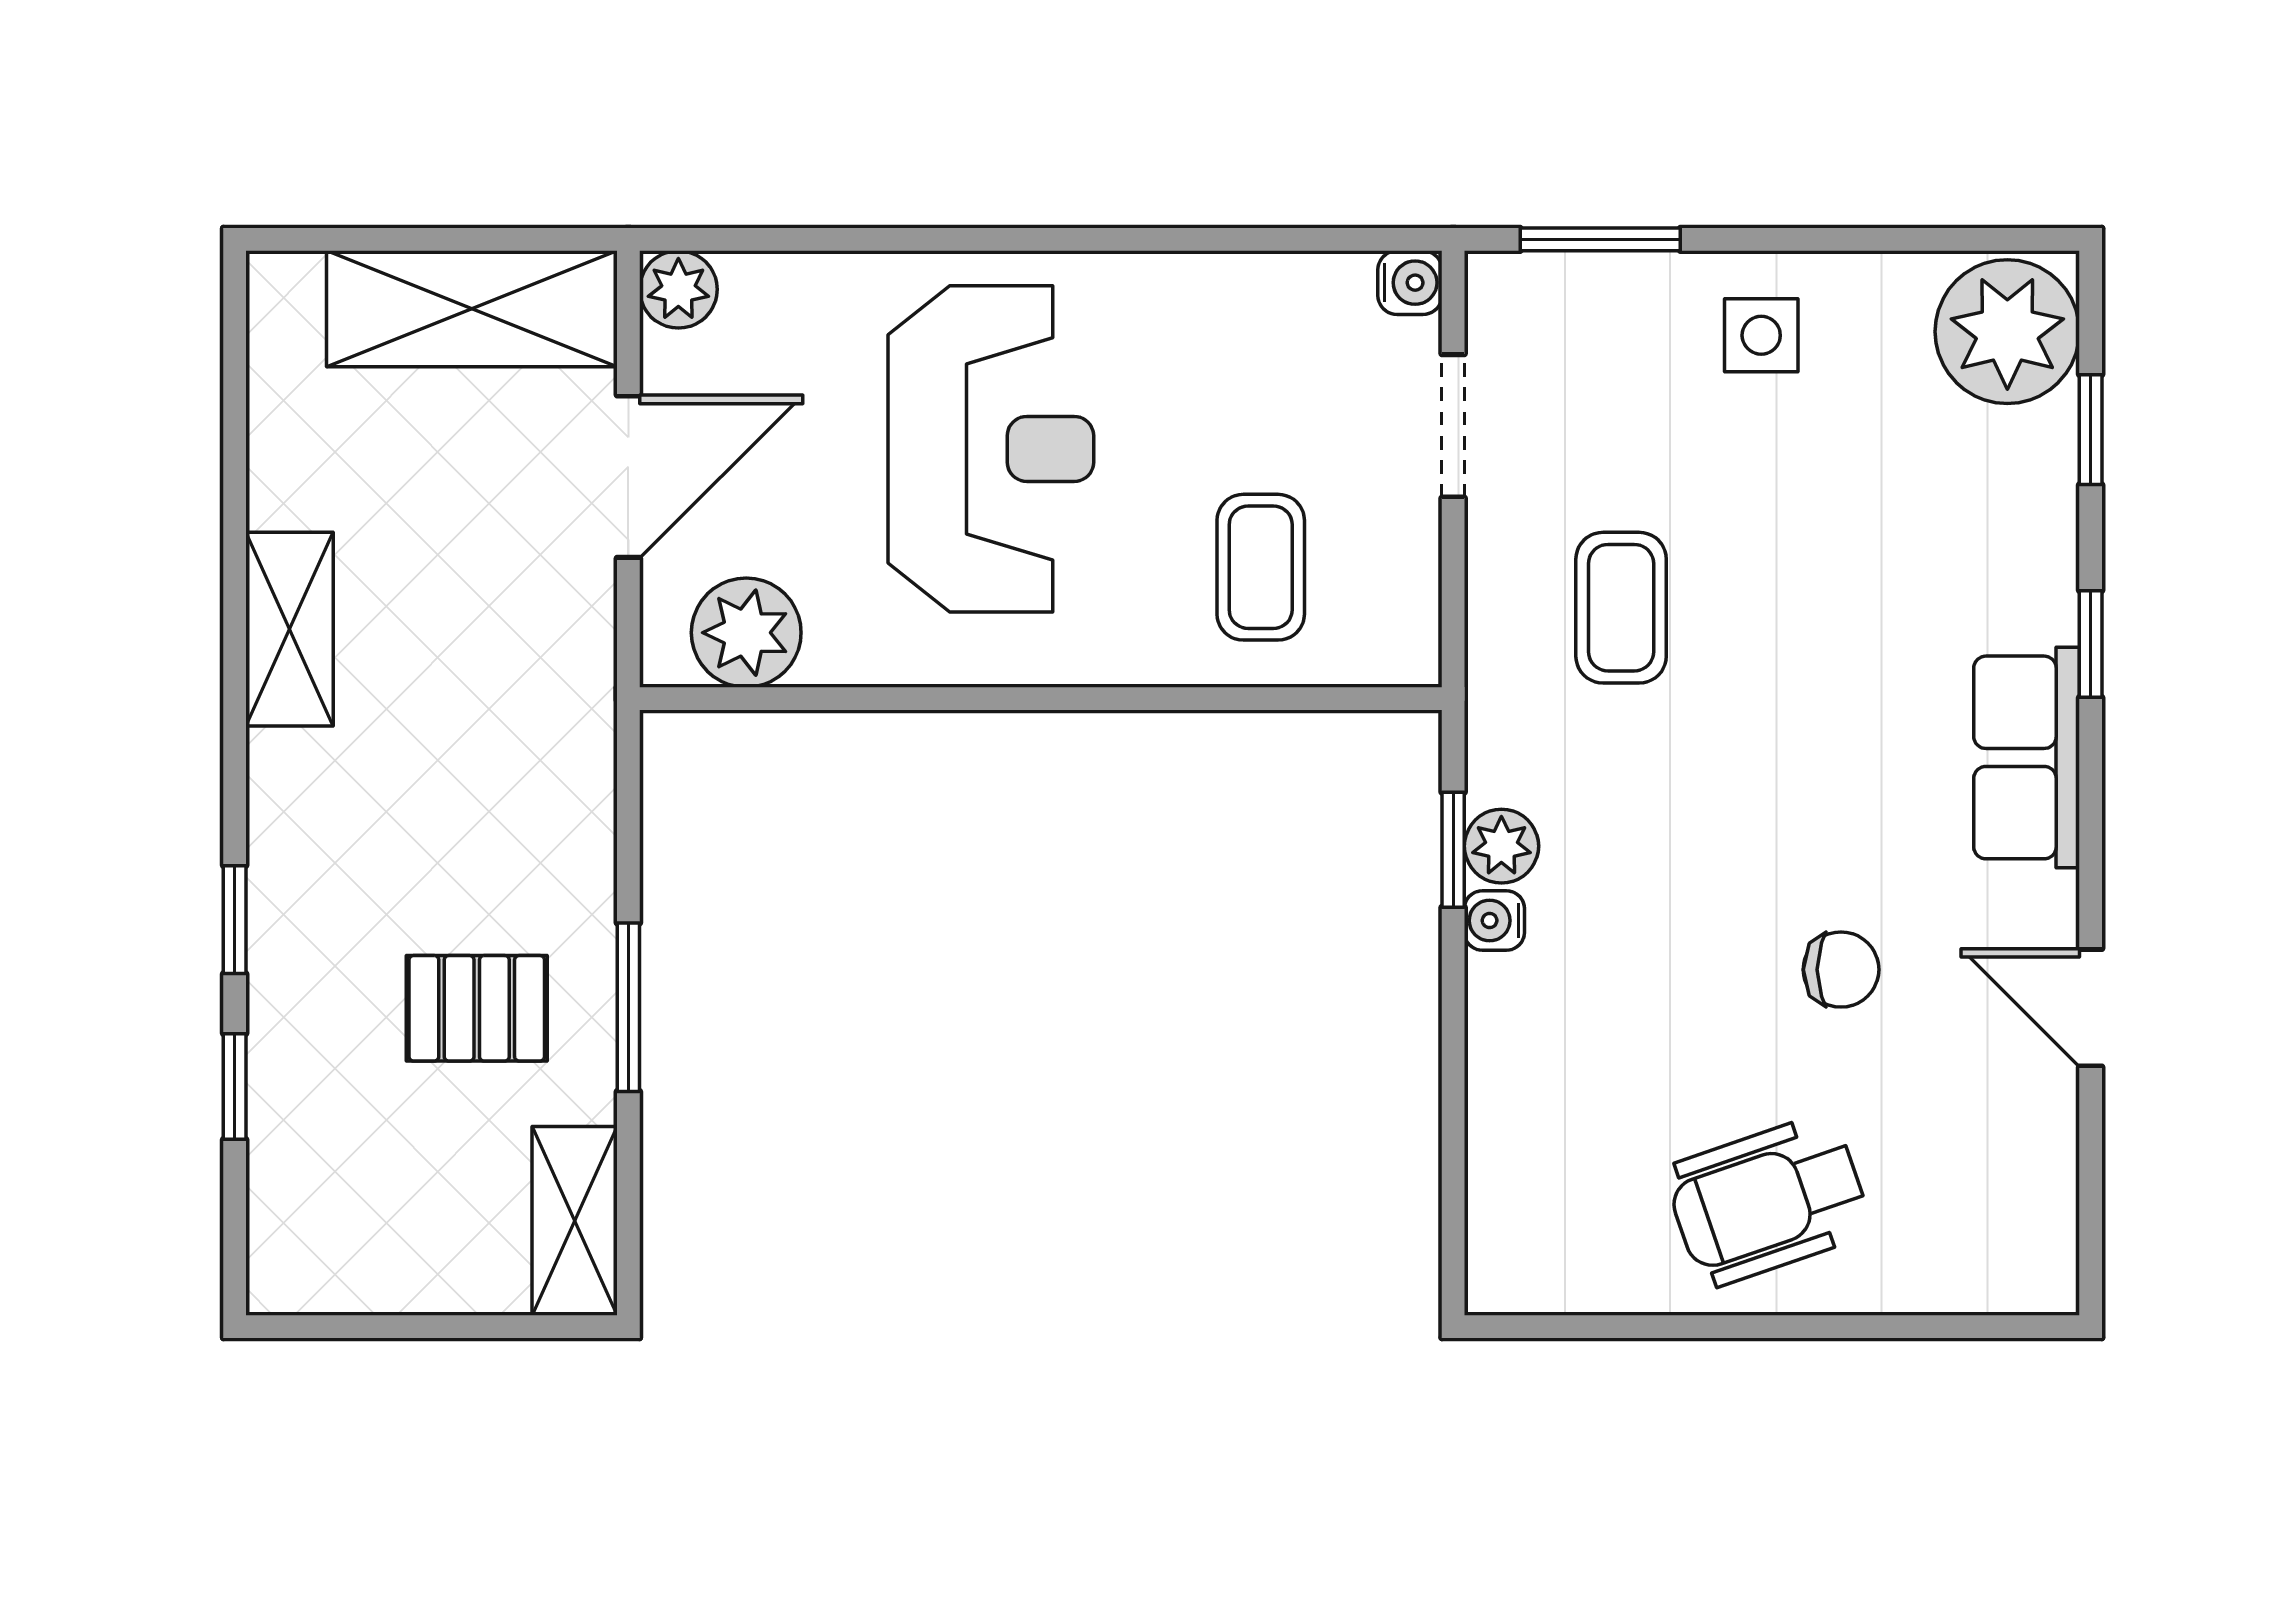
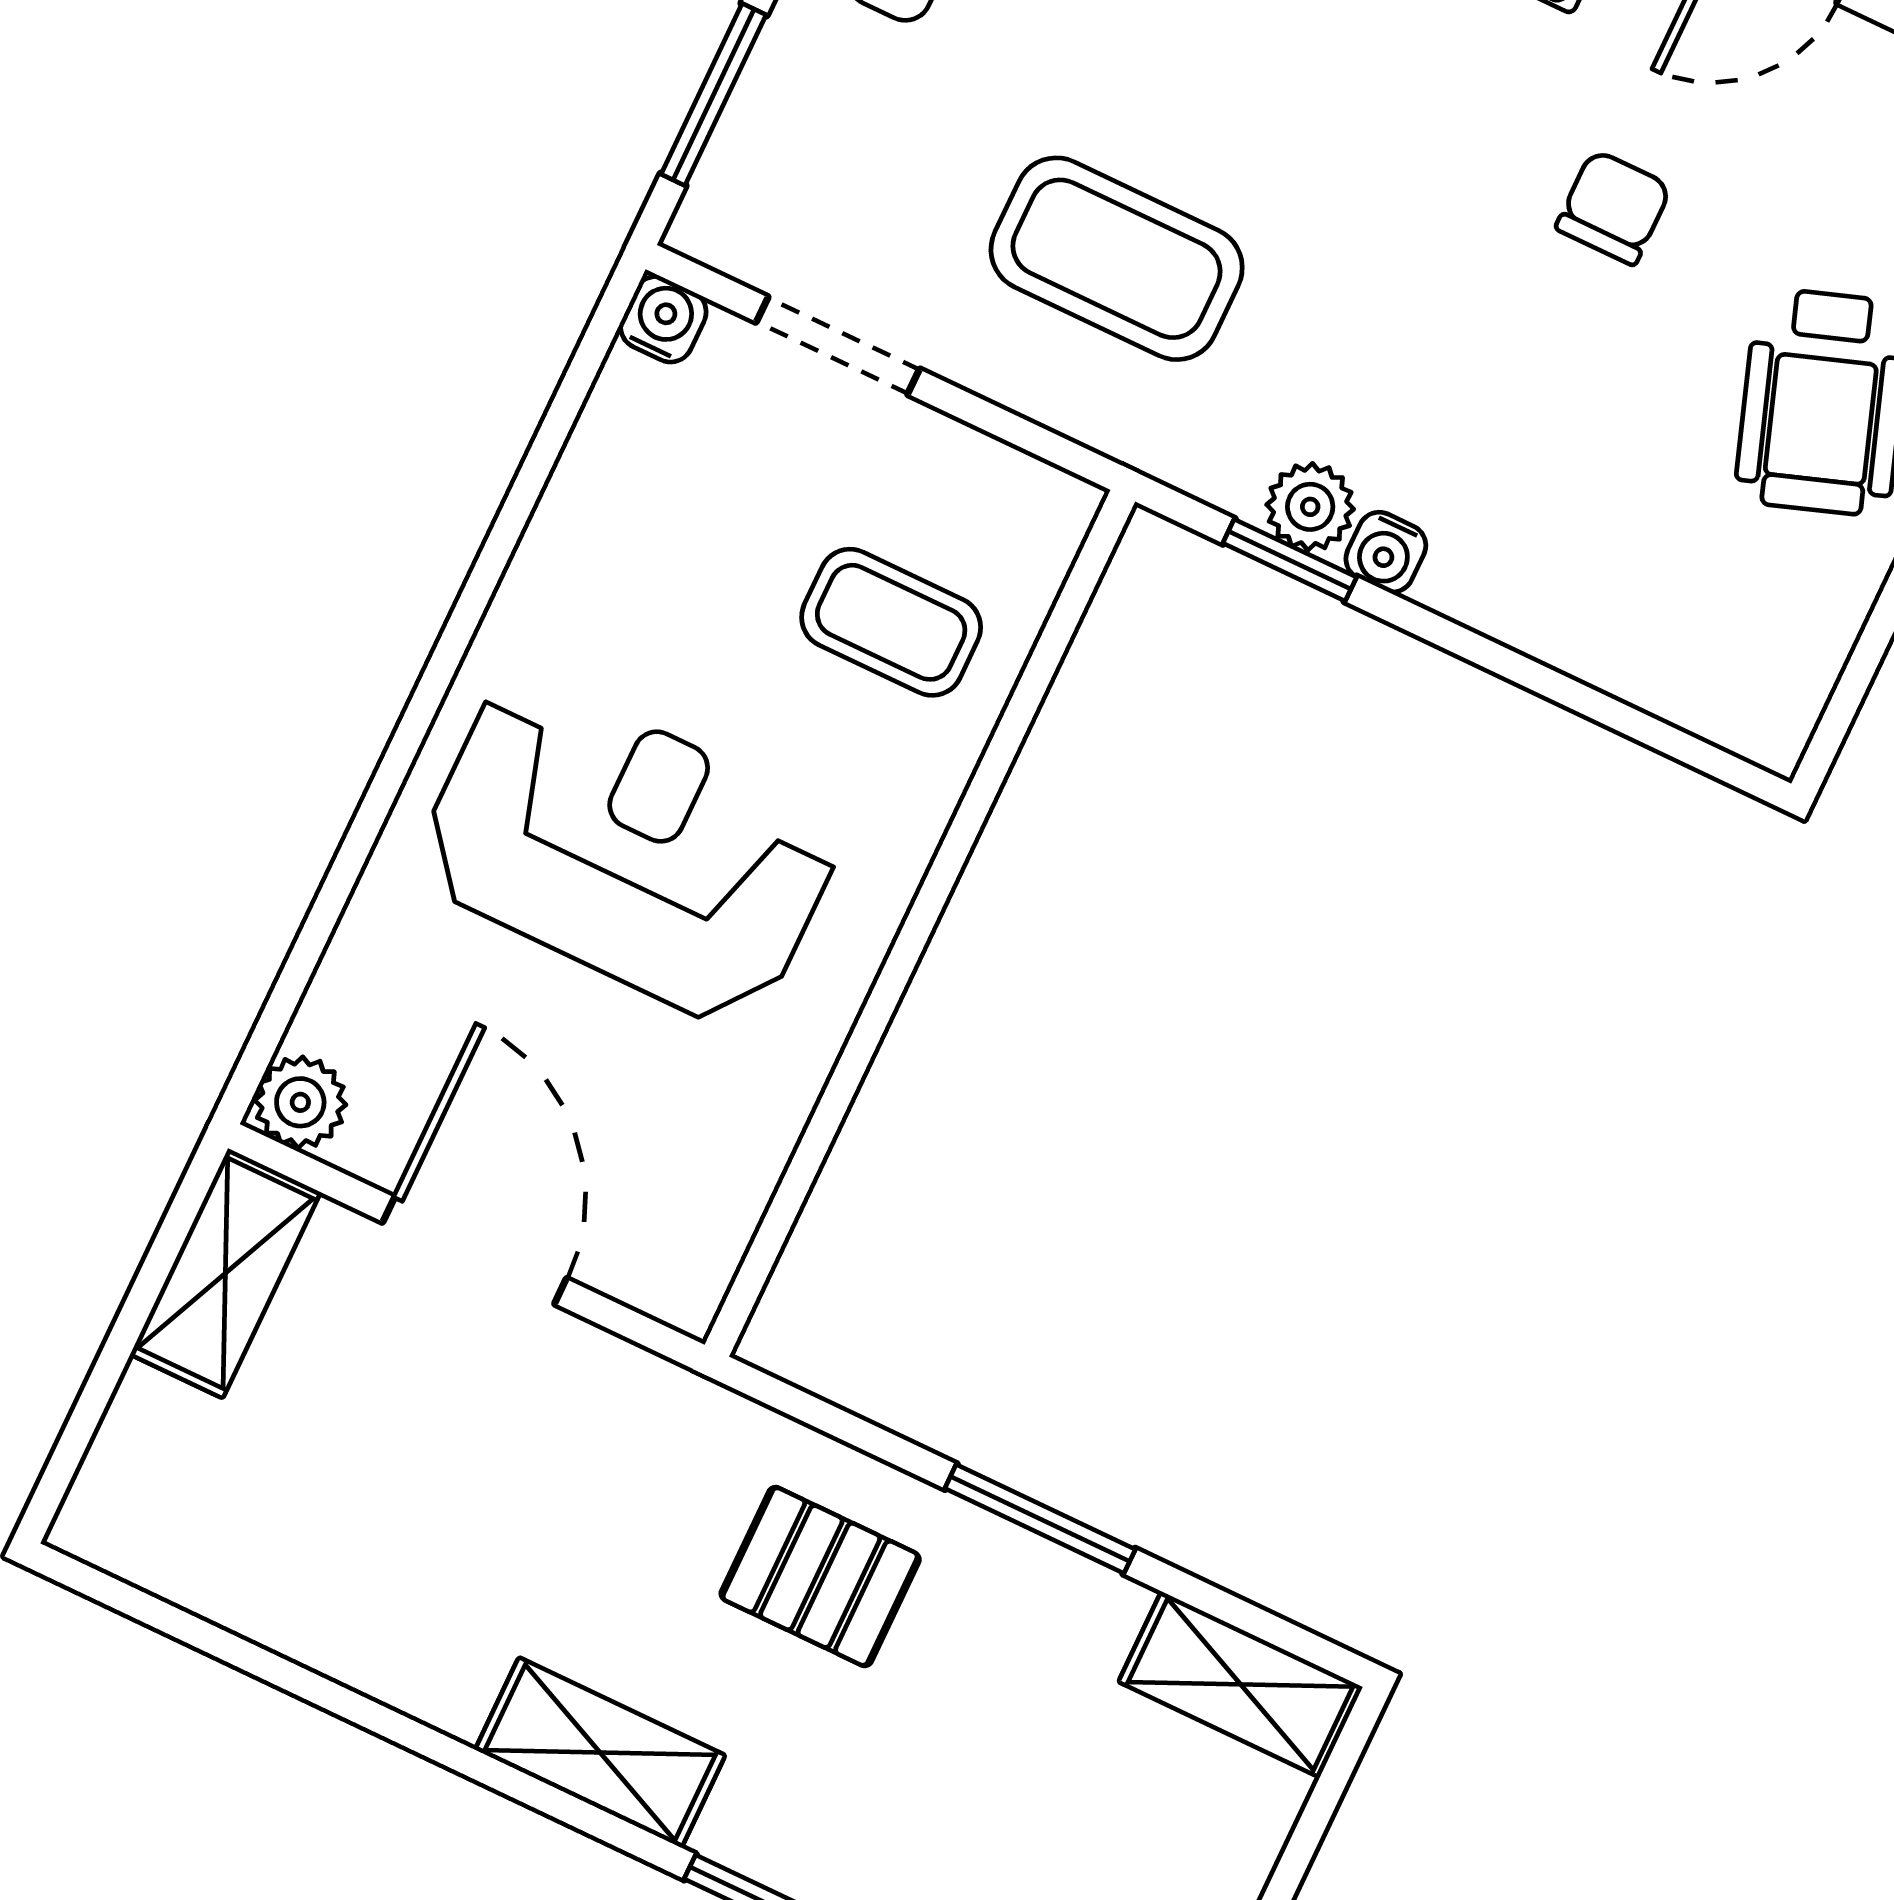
shelving: (472, 309) -> (225, 1273), width x0.67, depth x0.75
coffee table: (1621, 608) -> (1117, 259), width x1.36, depth x1.30
shelving: (290, 629) -> (600, 1753), moved
plant: (746, 633) -> (700, 1204), removed
pallet: (477, 1008) -> (820, 1577), moved, turned 90

